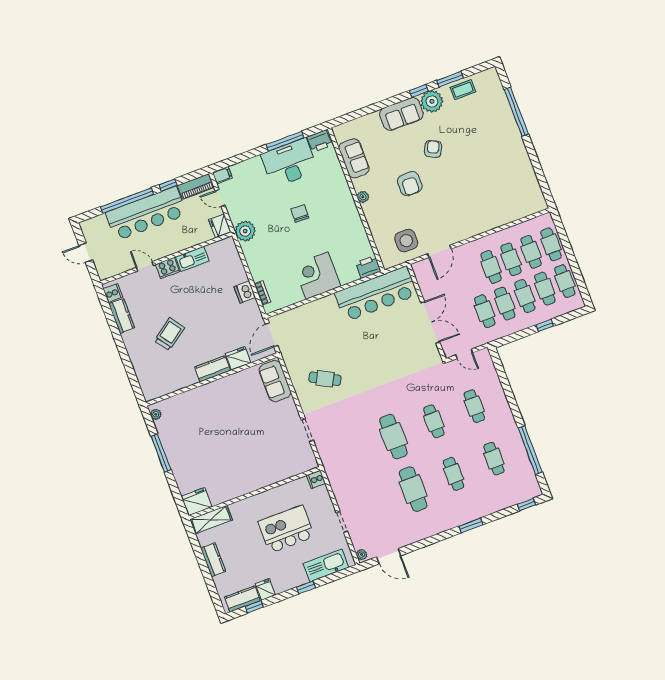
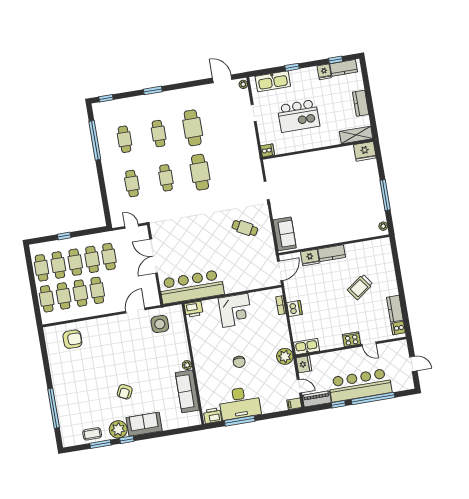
sofa: (354, 158) -> (187, 391), width x1.36
armchair: (410, 184) -> (72, 339), moved, turned 90
kitchen sink: (192, 259) -> (306, 347), moved

